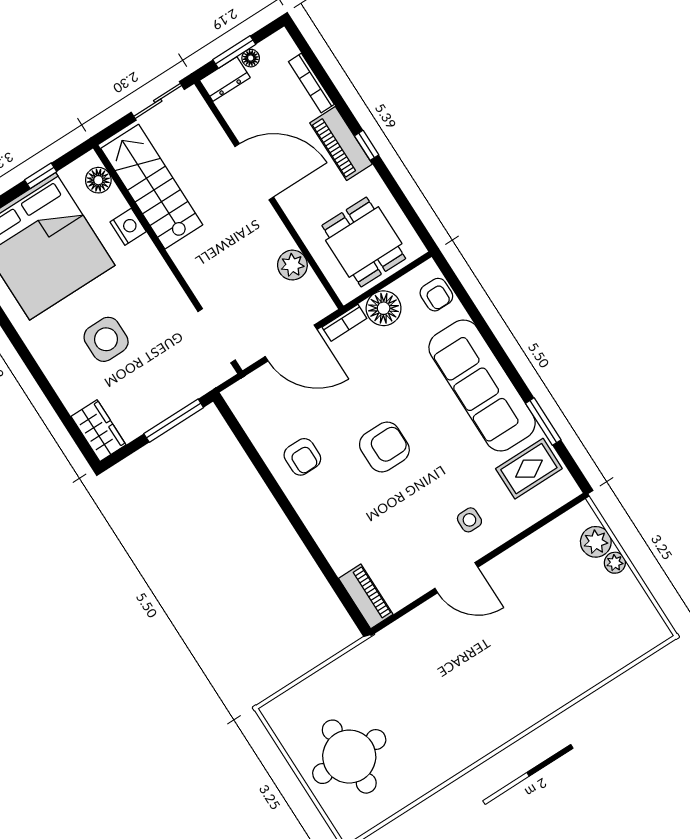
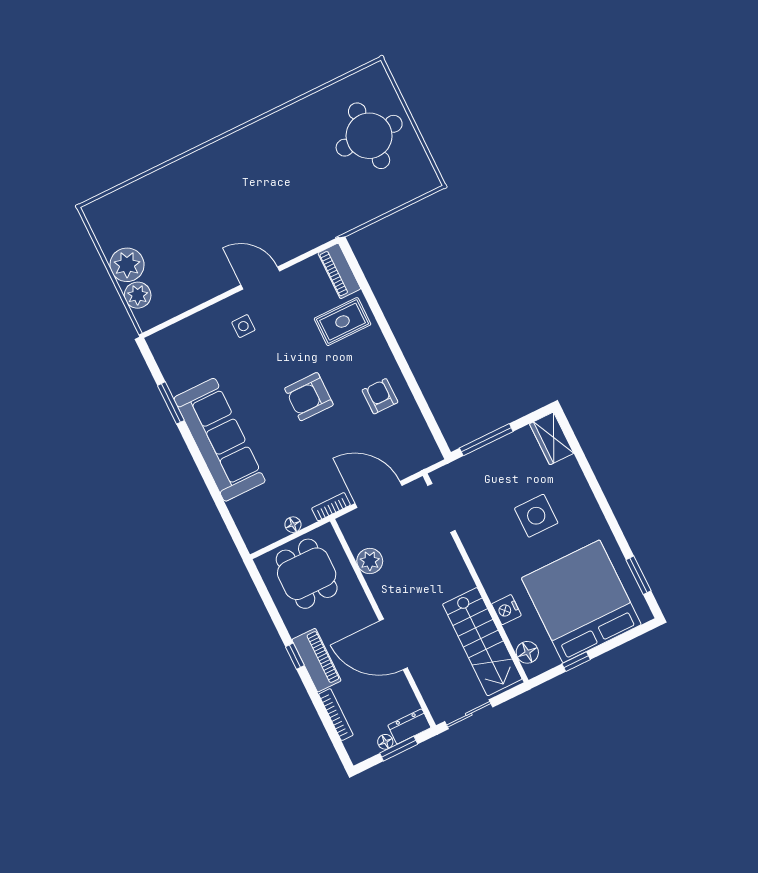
armchair: (436, 295) -> (250, 522), removed
floor lamp: (384, 308) -> (293, 525), width x0.53, depth x0.53
rug: (529, 469) -> (343, 322), moved
plant: (615, 563) -> (127, 265), width x1.87, depth x1.87

